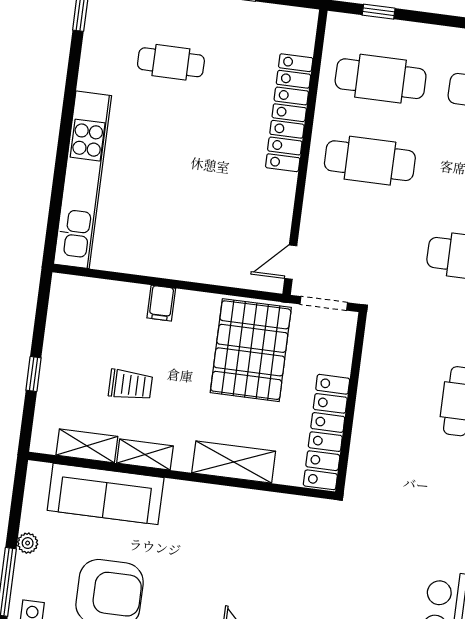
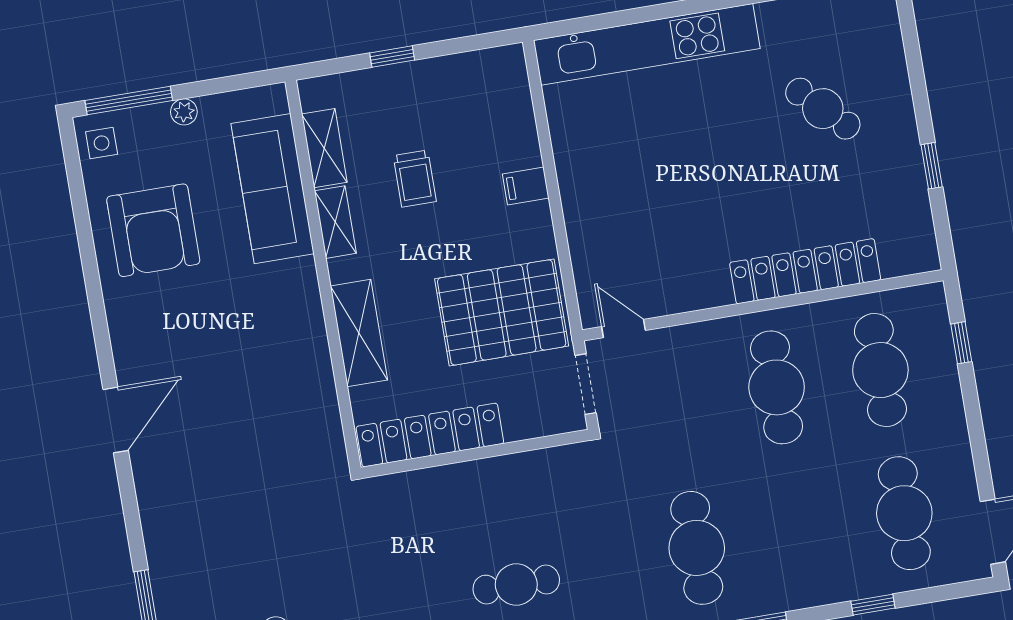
cafe table: (171, 62) -> (823, 109), turned -45

